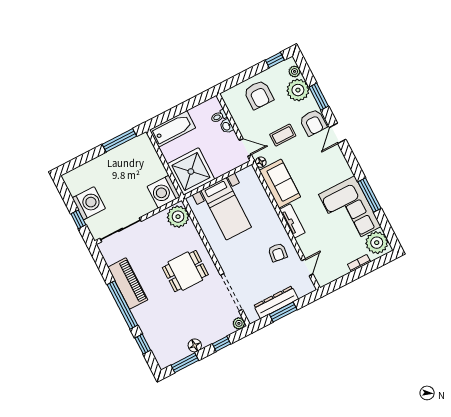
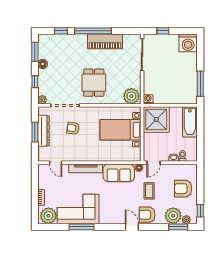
window: (319, 97) -> (178, 227), moved
washing machine: (164, 192) -> (148, 99), width x0.53, depth x0.53
washing machine: (89, 203) -> (188, 43), moved
tv unit: (292, 221) -> (86, 168), width x1.41
armchair: (278, 252) -> (73, 128), moved

